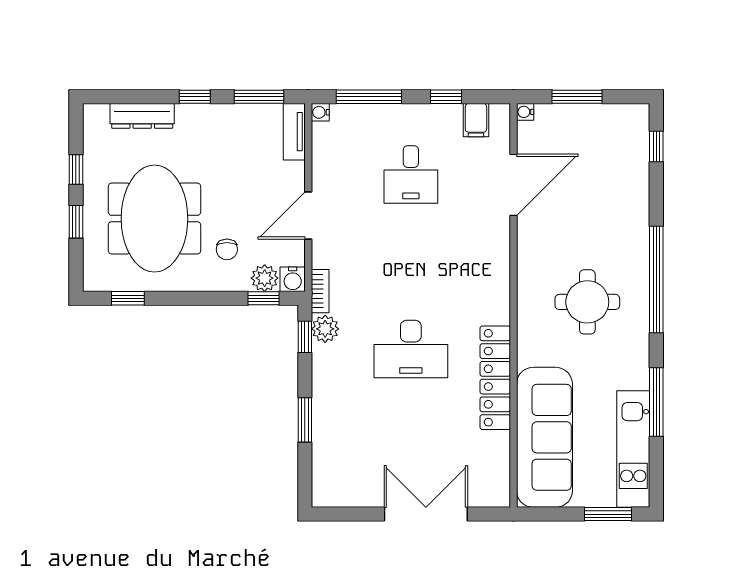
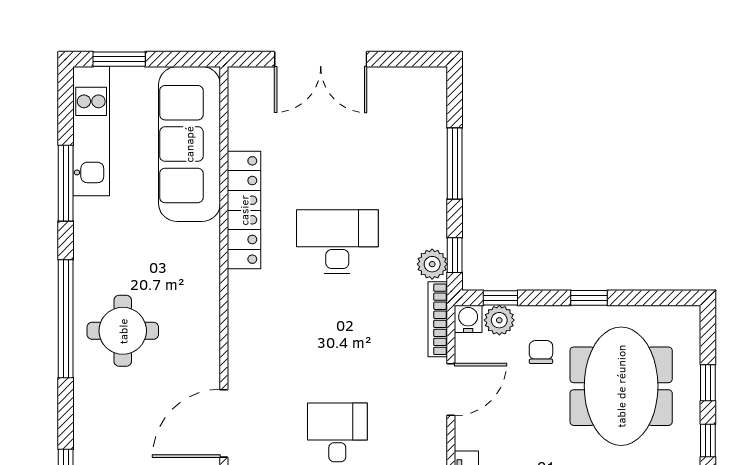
bookcase: (320, 291) -> (438, 319), width x1.56
window: (128, 298) -> (589, 298), moved
round table: (587, 302) -> (123, 331), moved
window: (305, 420) -> (455, 163), width x1.44

